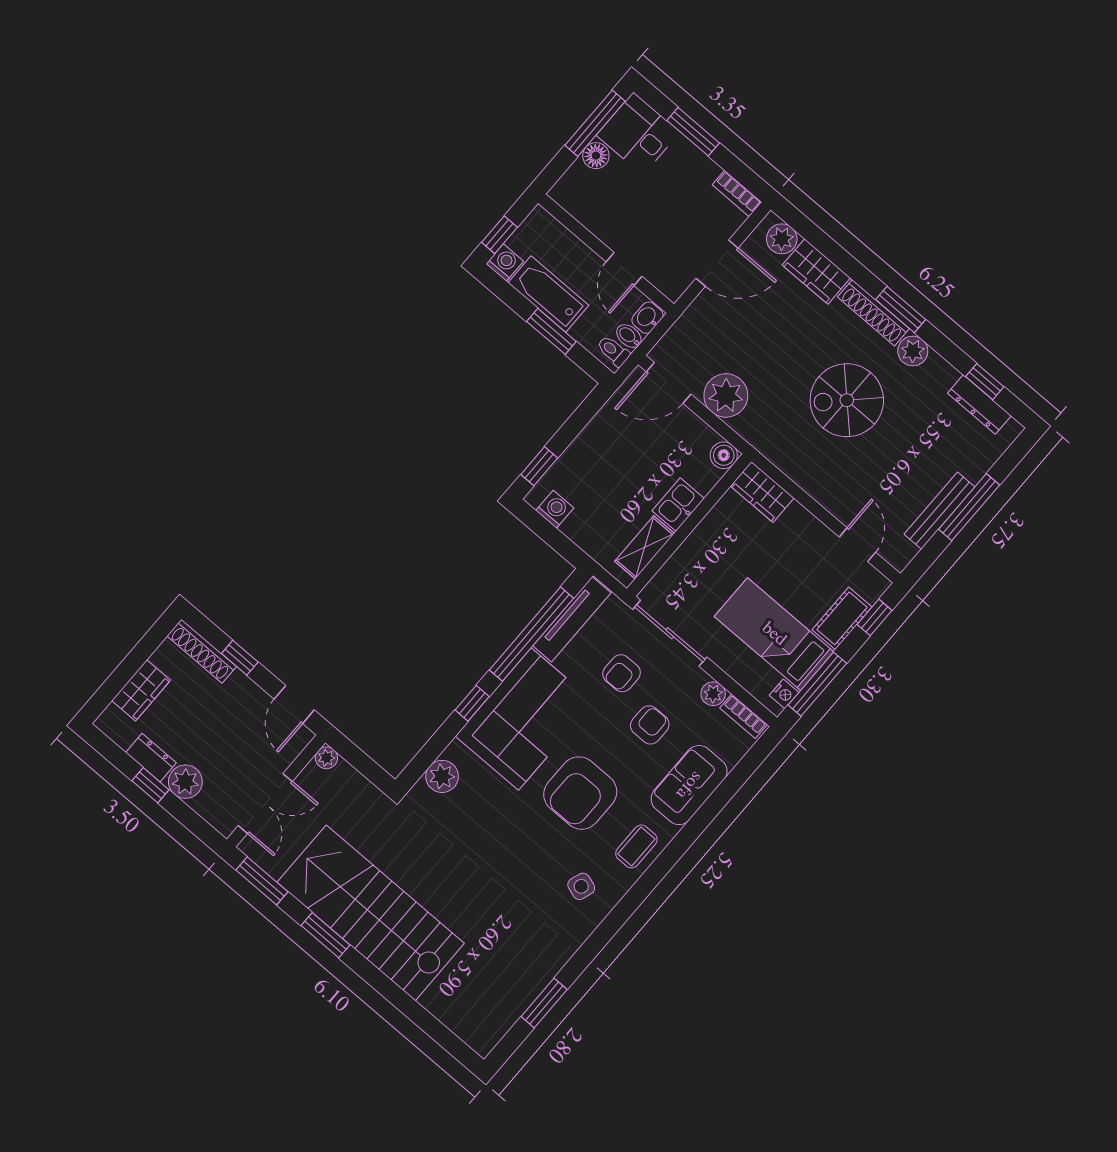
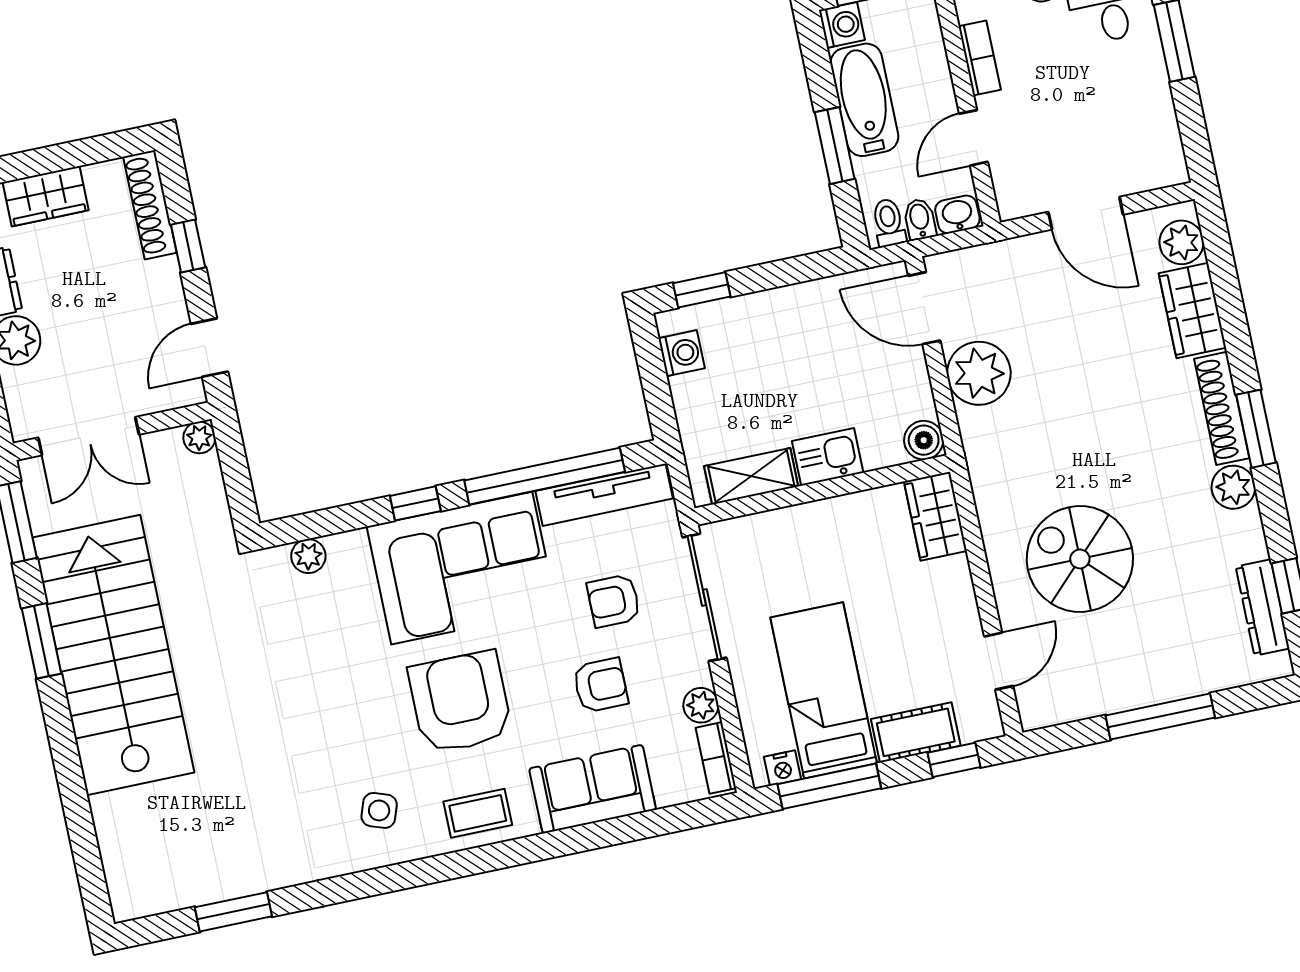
bookcase: (737, 193) -> (980, 58), moved, turned 180
spiral stairs: (847, 400) -> (1080, 559), moved
bench: (940, 511) -> (1123, 694), removed
plant: (442, 776) -> (308, 556), width x0.73, depth x0.73
armchair: (580, 793) -> (460, 702), turned 90

